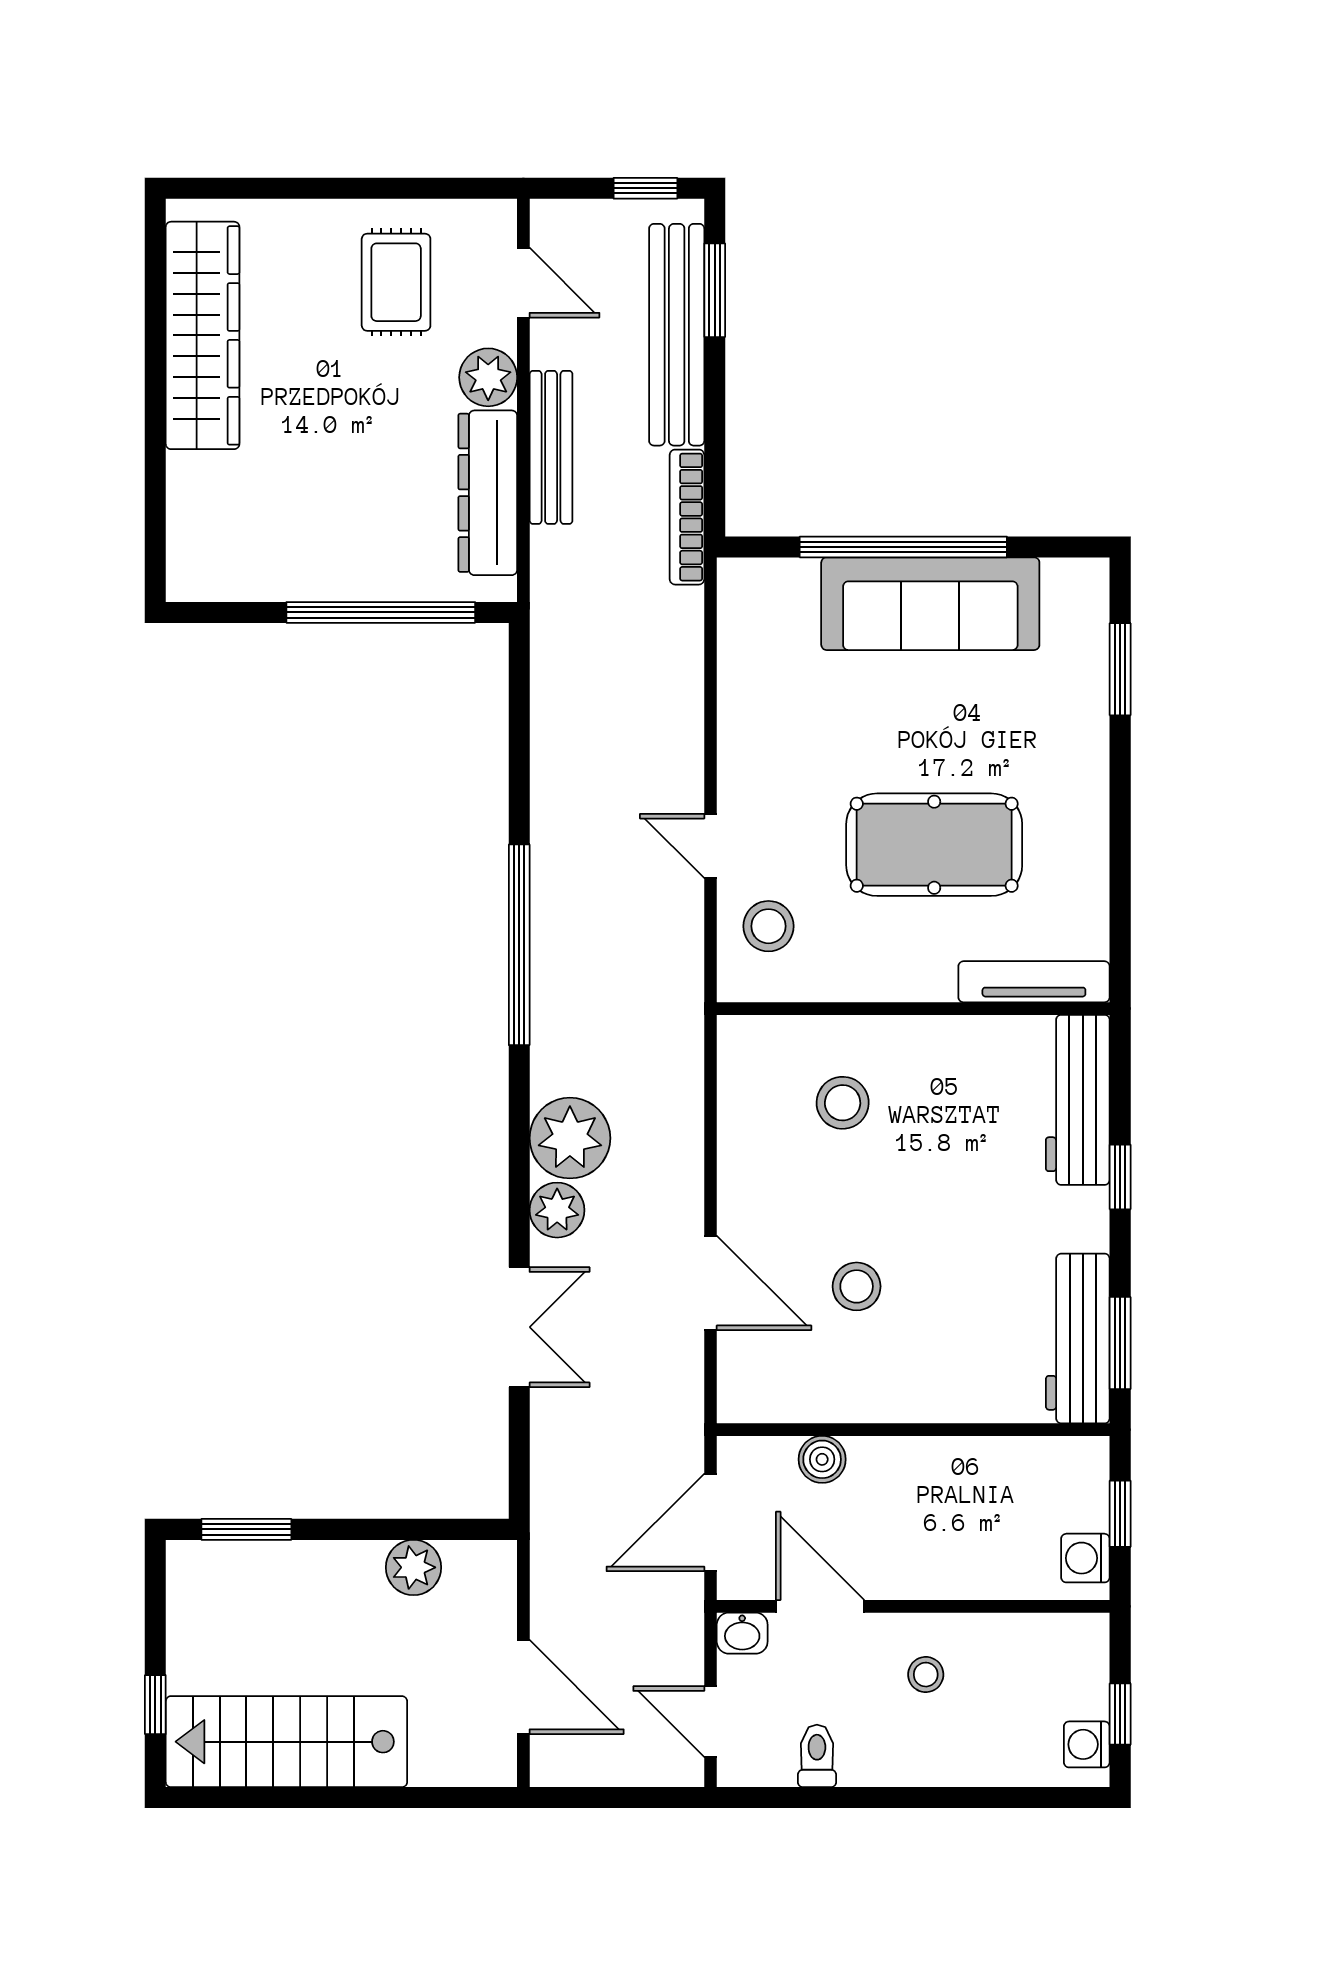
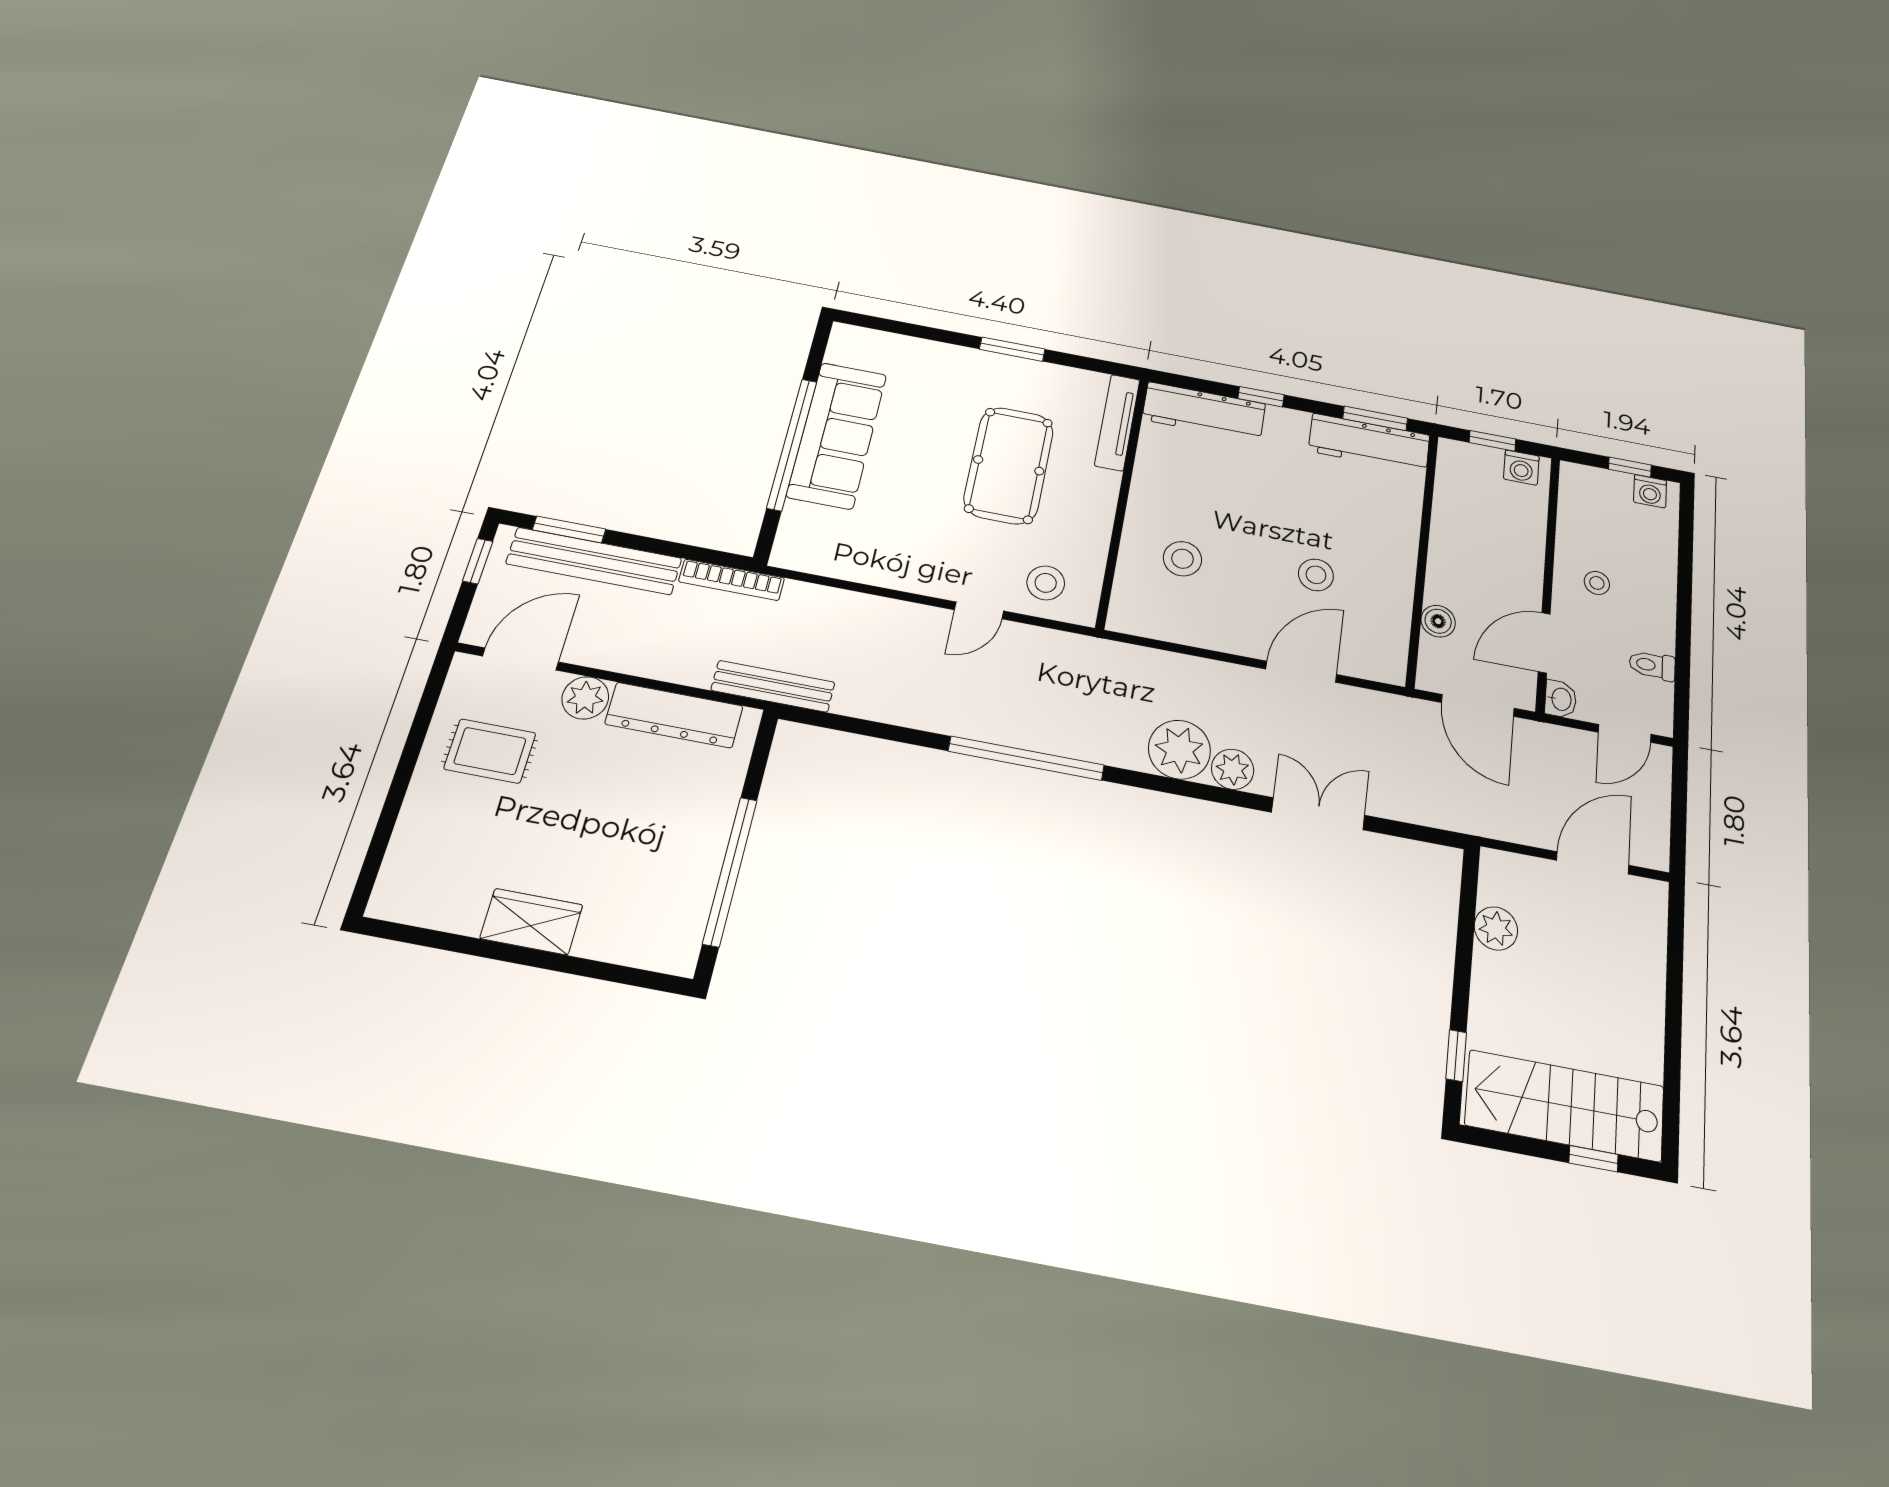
door: (523, 283) -> (521, 659), width x1.38
wardrobe: (203, 335) -> (531, 922), width x0.48, depth x0.85
bench: (551, 447) -> (773, 686), moved
window: (381, 612) -> (730, 871), moved
window: (1120, 669) -> (1012, 349), moved
window: (246, 1529) -> (1456, 1056), width x0.67
stairs: (286, 1742) -> (1565, 1106), moved, turned 90

